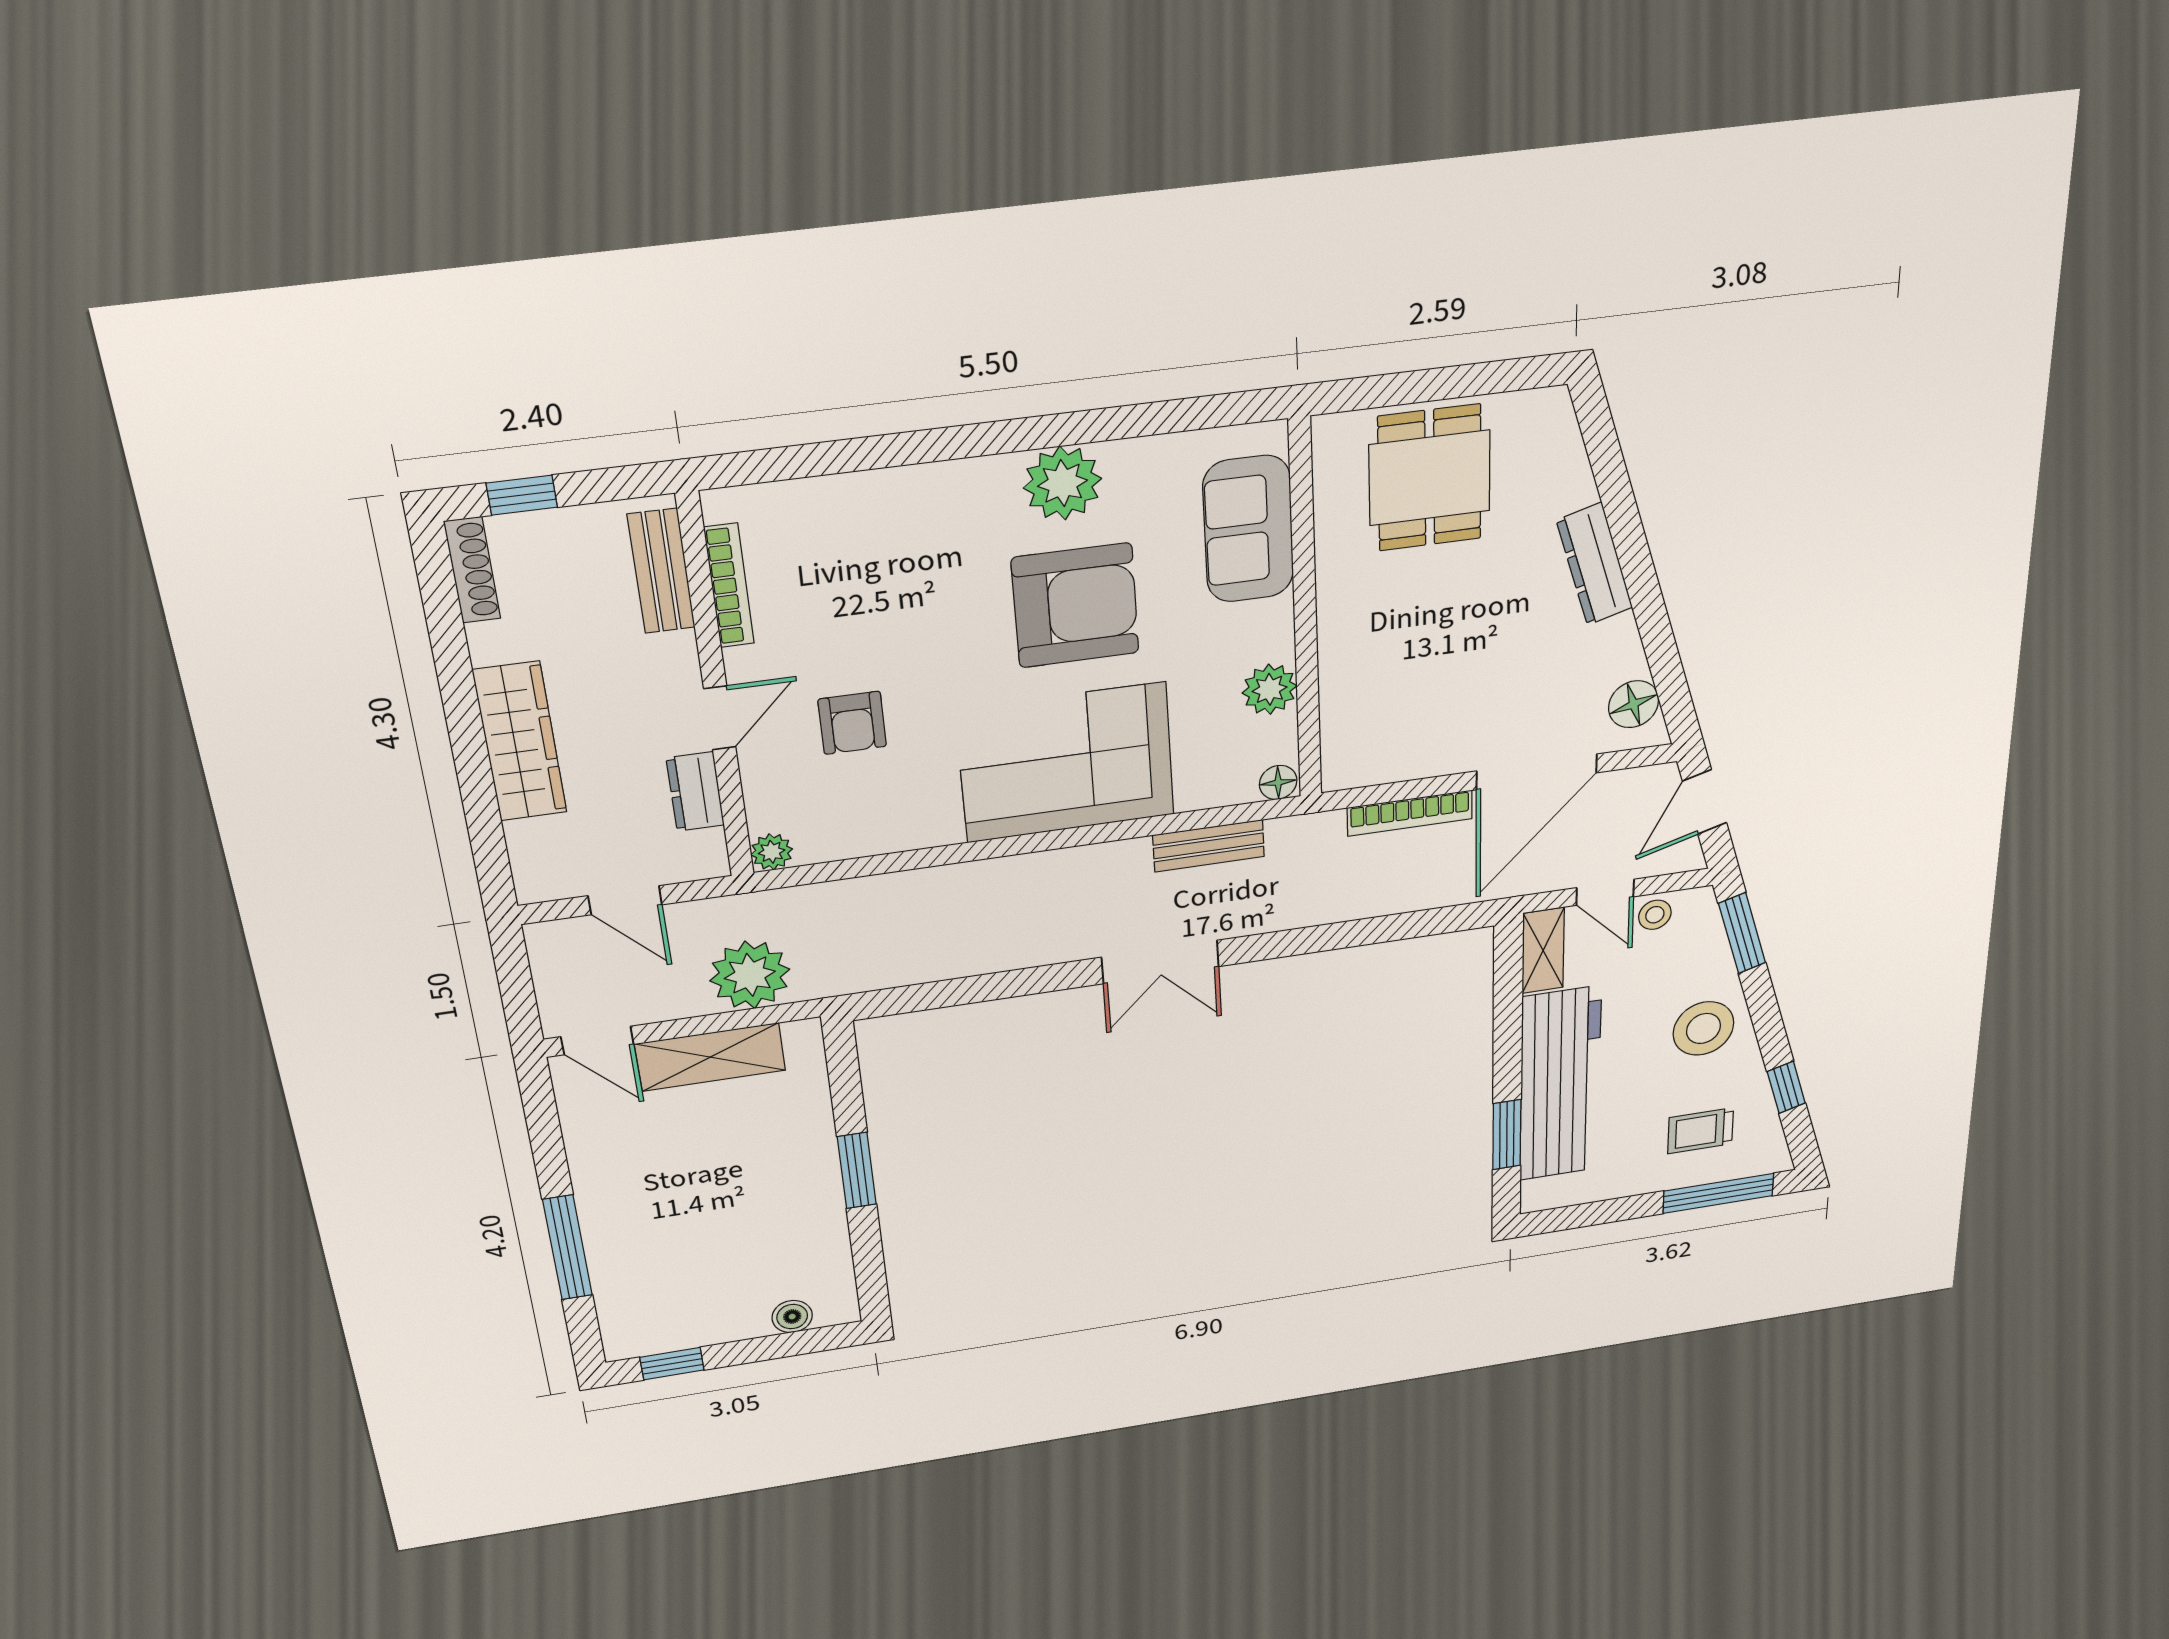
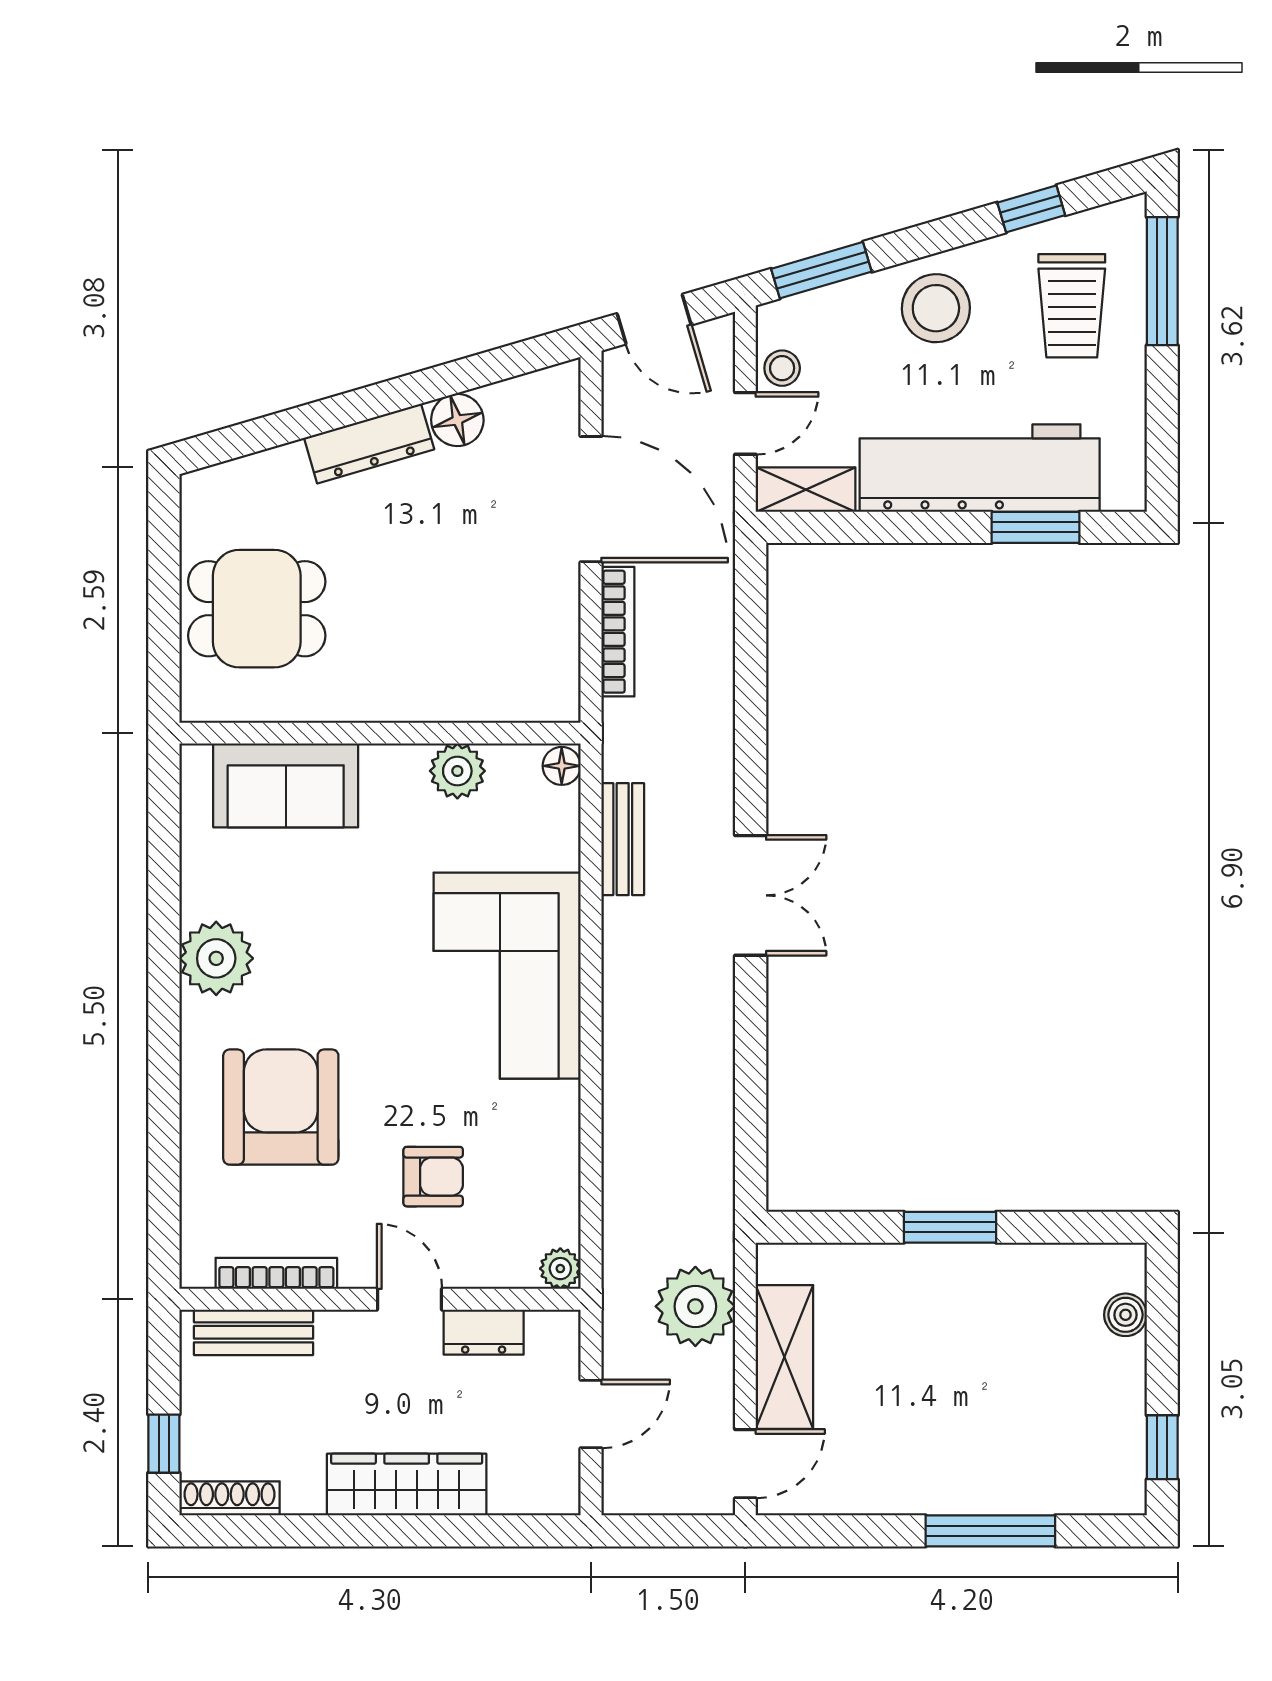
armchair: (1075, 606) -> (281, 1107), moved
floor lamp: (1634, 704) -> (457, 420), moved
trolley: (1701, 1131) -> (1072, 306), width x1.36, depth x1.39

